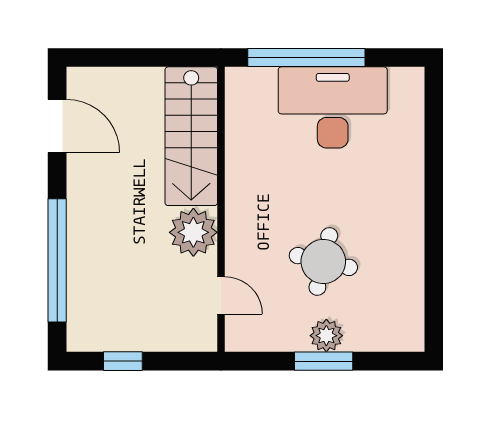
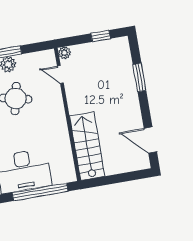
plant: (193, 232) -> (65, 53), moved, width x0.53, depth x0.53
window: (57, 260) -> (139, 77), width x0.47

